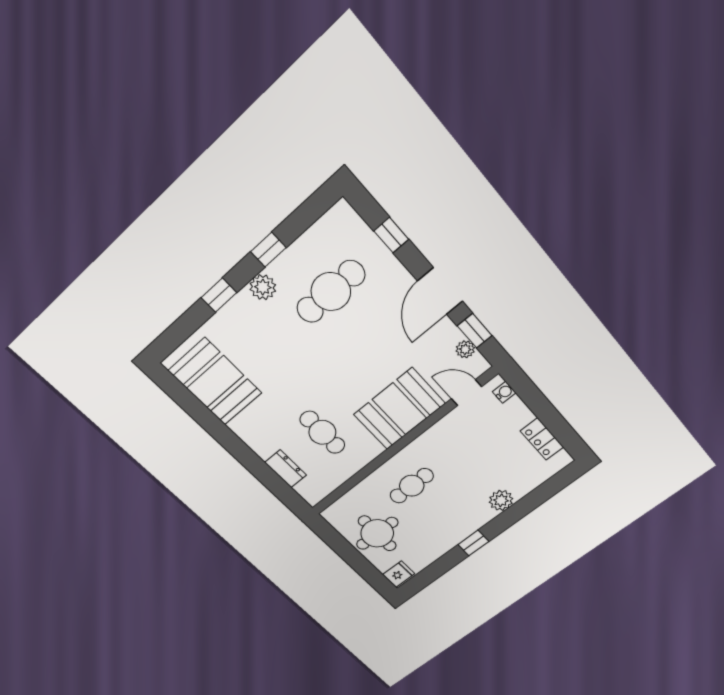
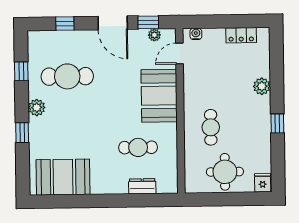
window: (268, 250) -> (21, 71), moved
cafe table: (331, 292) -> (67, 76), turned 90

